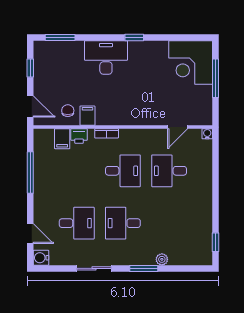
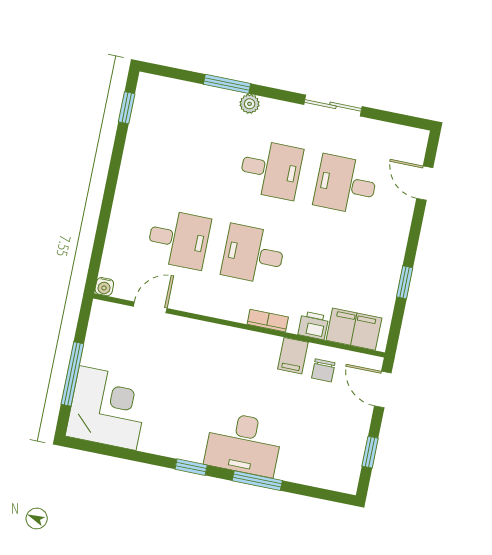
window: (60, 38) -> (257, 481), moved
filing cabinet: (62, 139) -> (354, 329), width x2.00
window: (30, 172) -> (405, 282), width x0.46
water cooler: (41, 258) -> (415, 140), removed
plant: (162, 259) -> (250, 104), moved
window: (144, 268) -> (227, 84), moved

